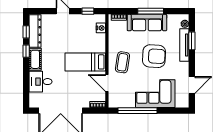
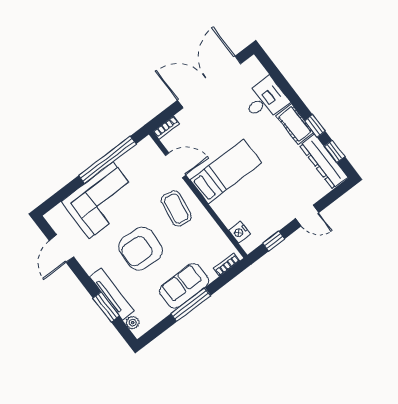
sofa: (147, 23) -> (184, 286), width x0.73

